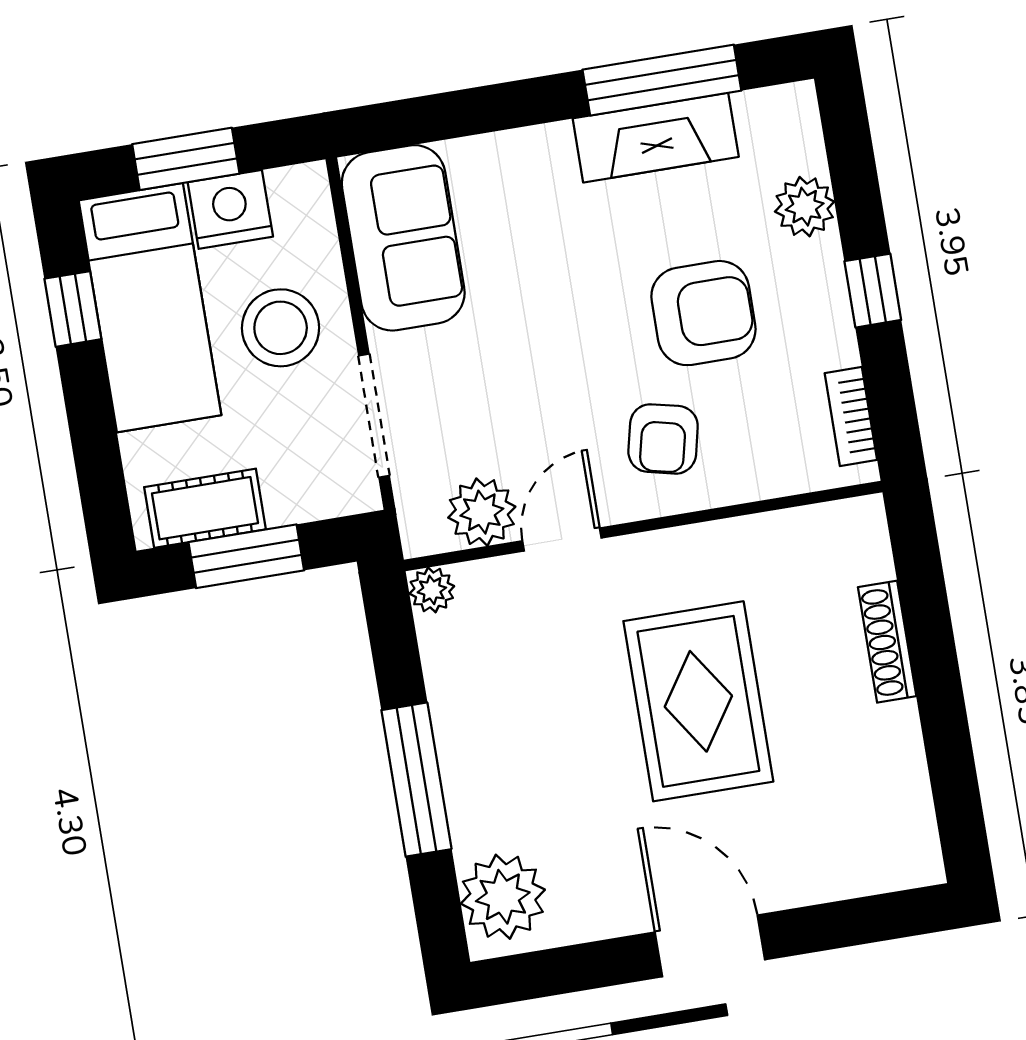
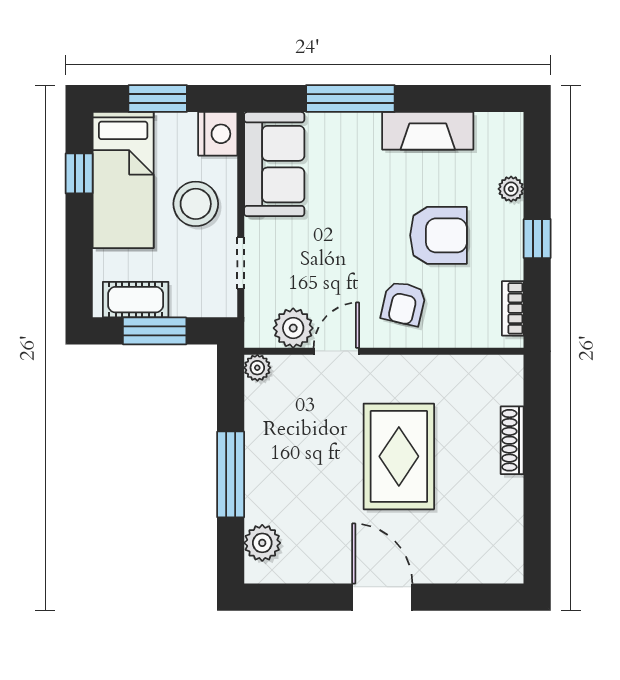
window: (662, 80) -> (350, 99), moved
plant: (805, 207) -> (511, 189), width x0.73, depth x0.73
nightstand: (230, 209) -> (218, 134), moved, turned 90
doorway: (374, 416) -> (241, 263), width x0.73
plant: (503, 897) -> (262, 543), width x0.73, depth x0.73

